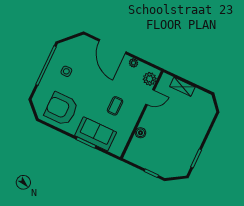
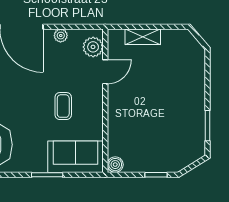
boiler: (141, 133) -> (115, 165), moved
sofa: (96, 134) -> (75, 157), moved

